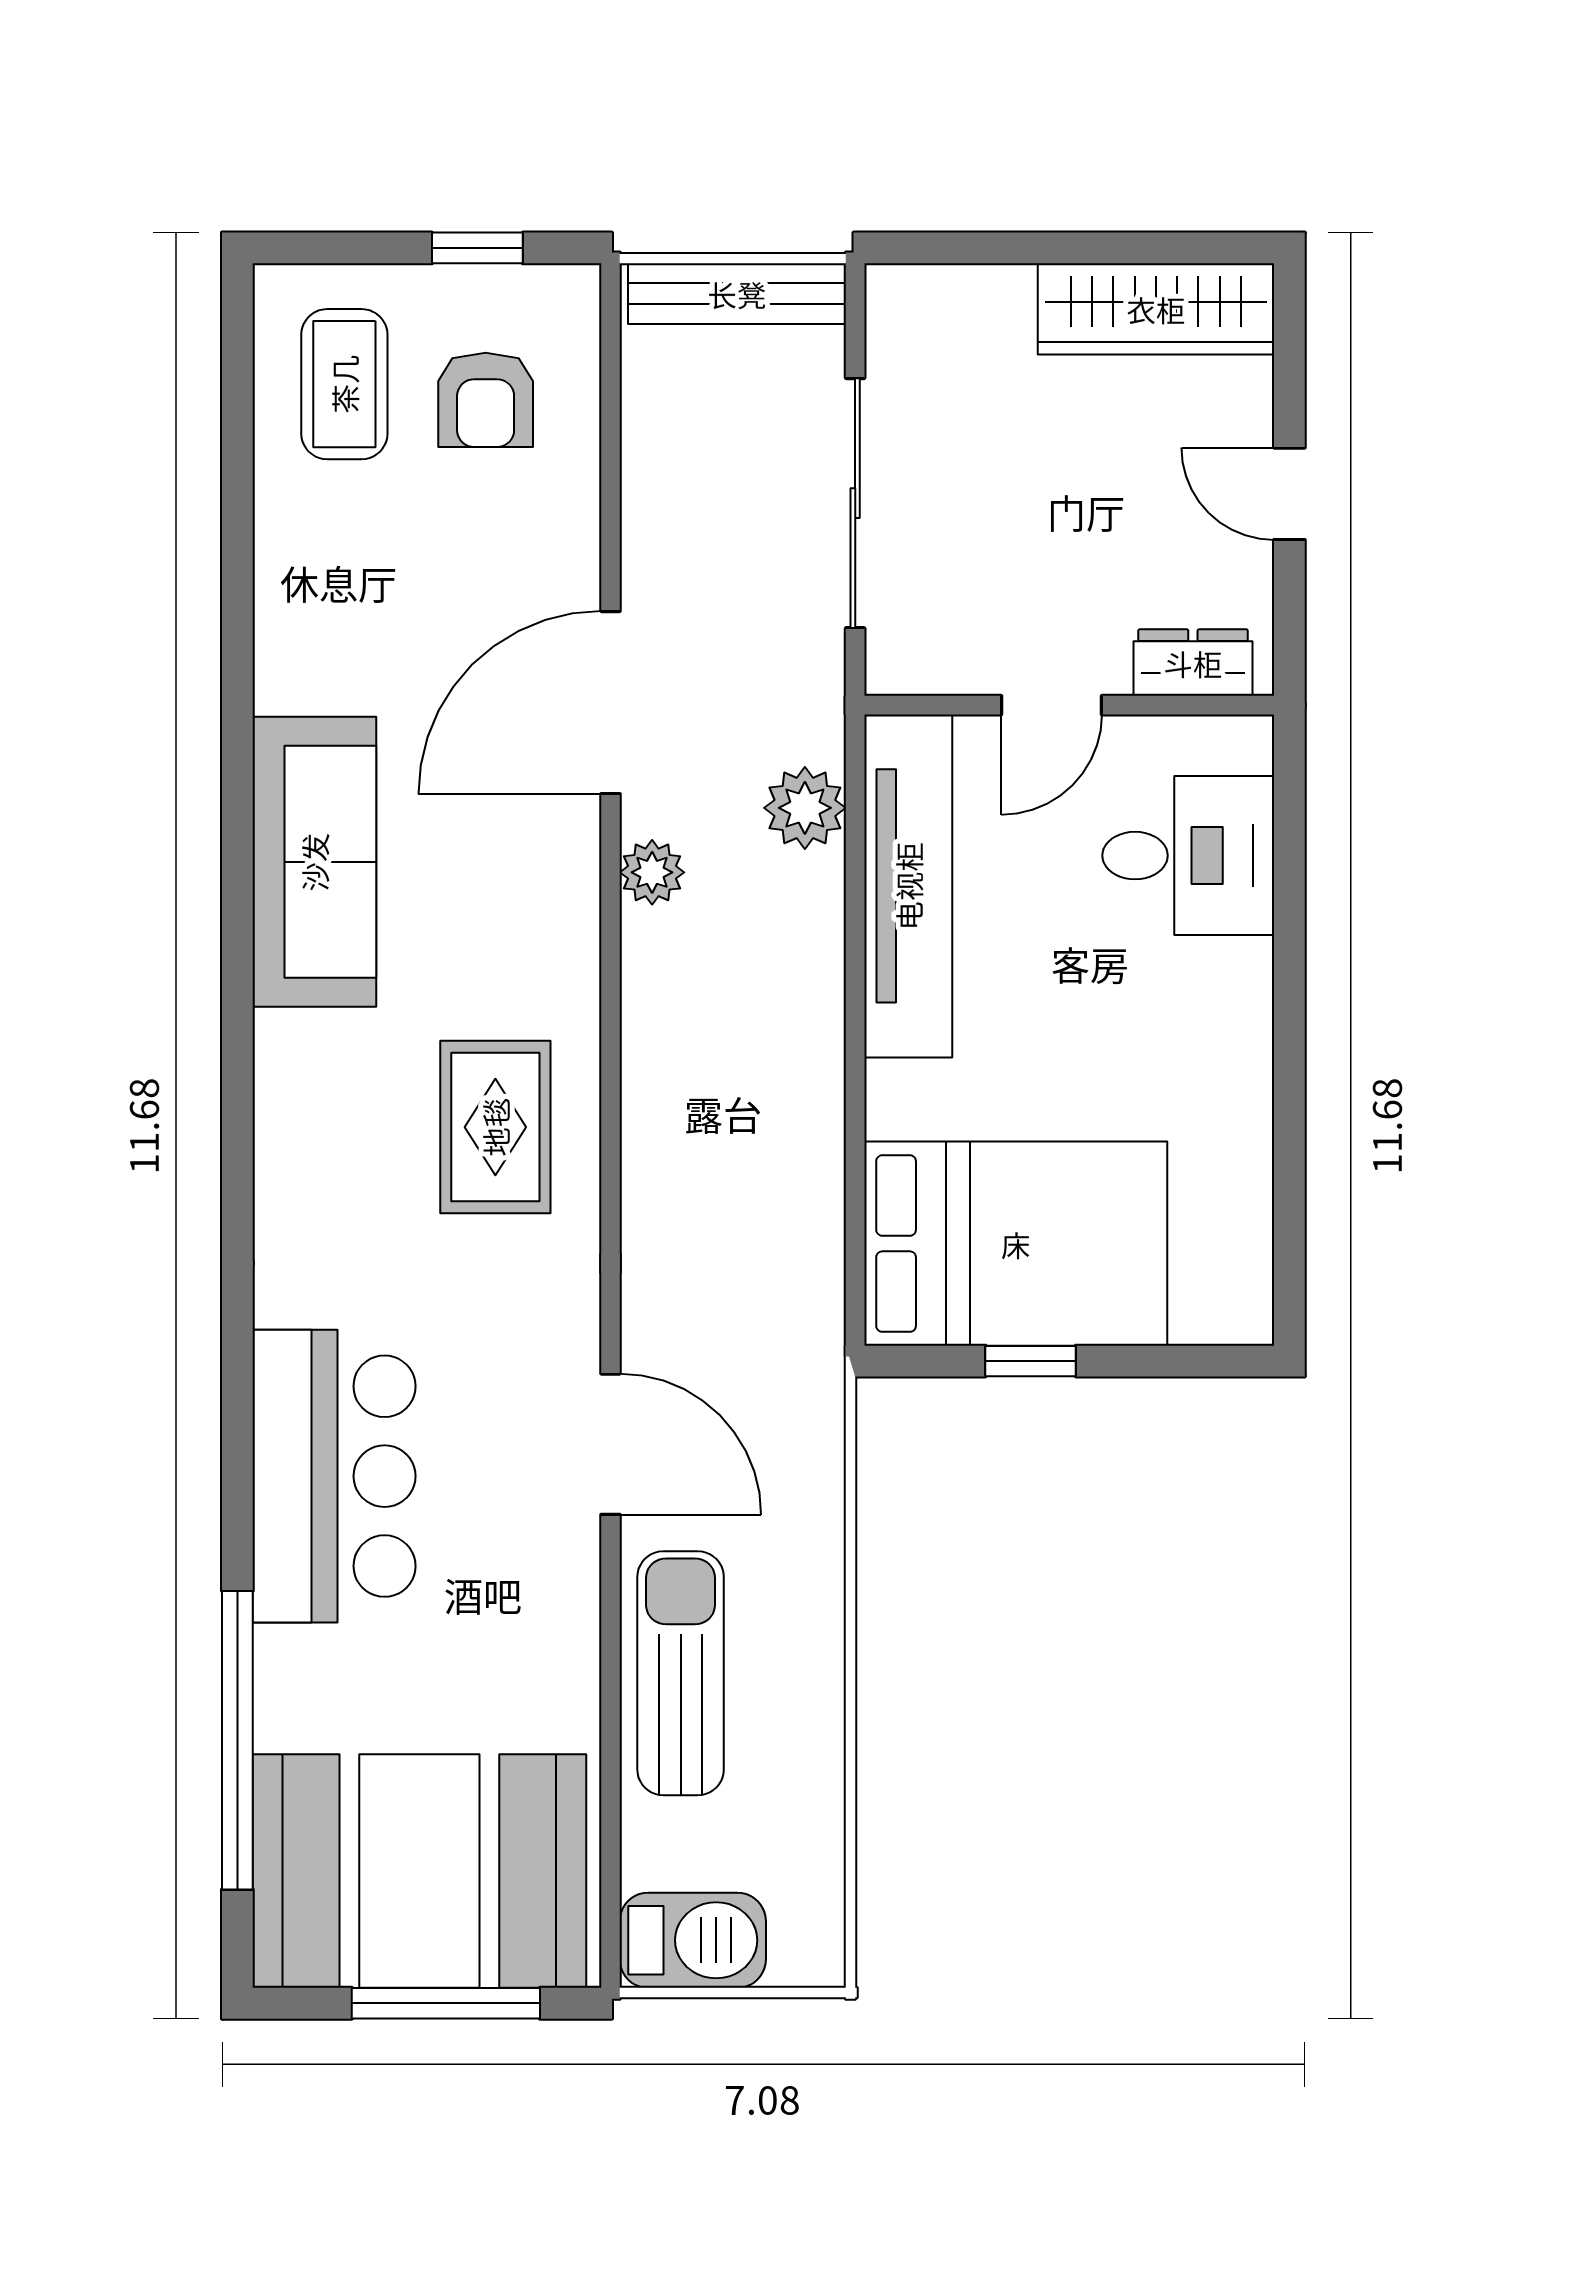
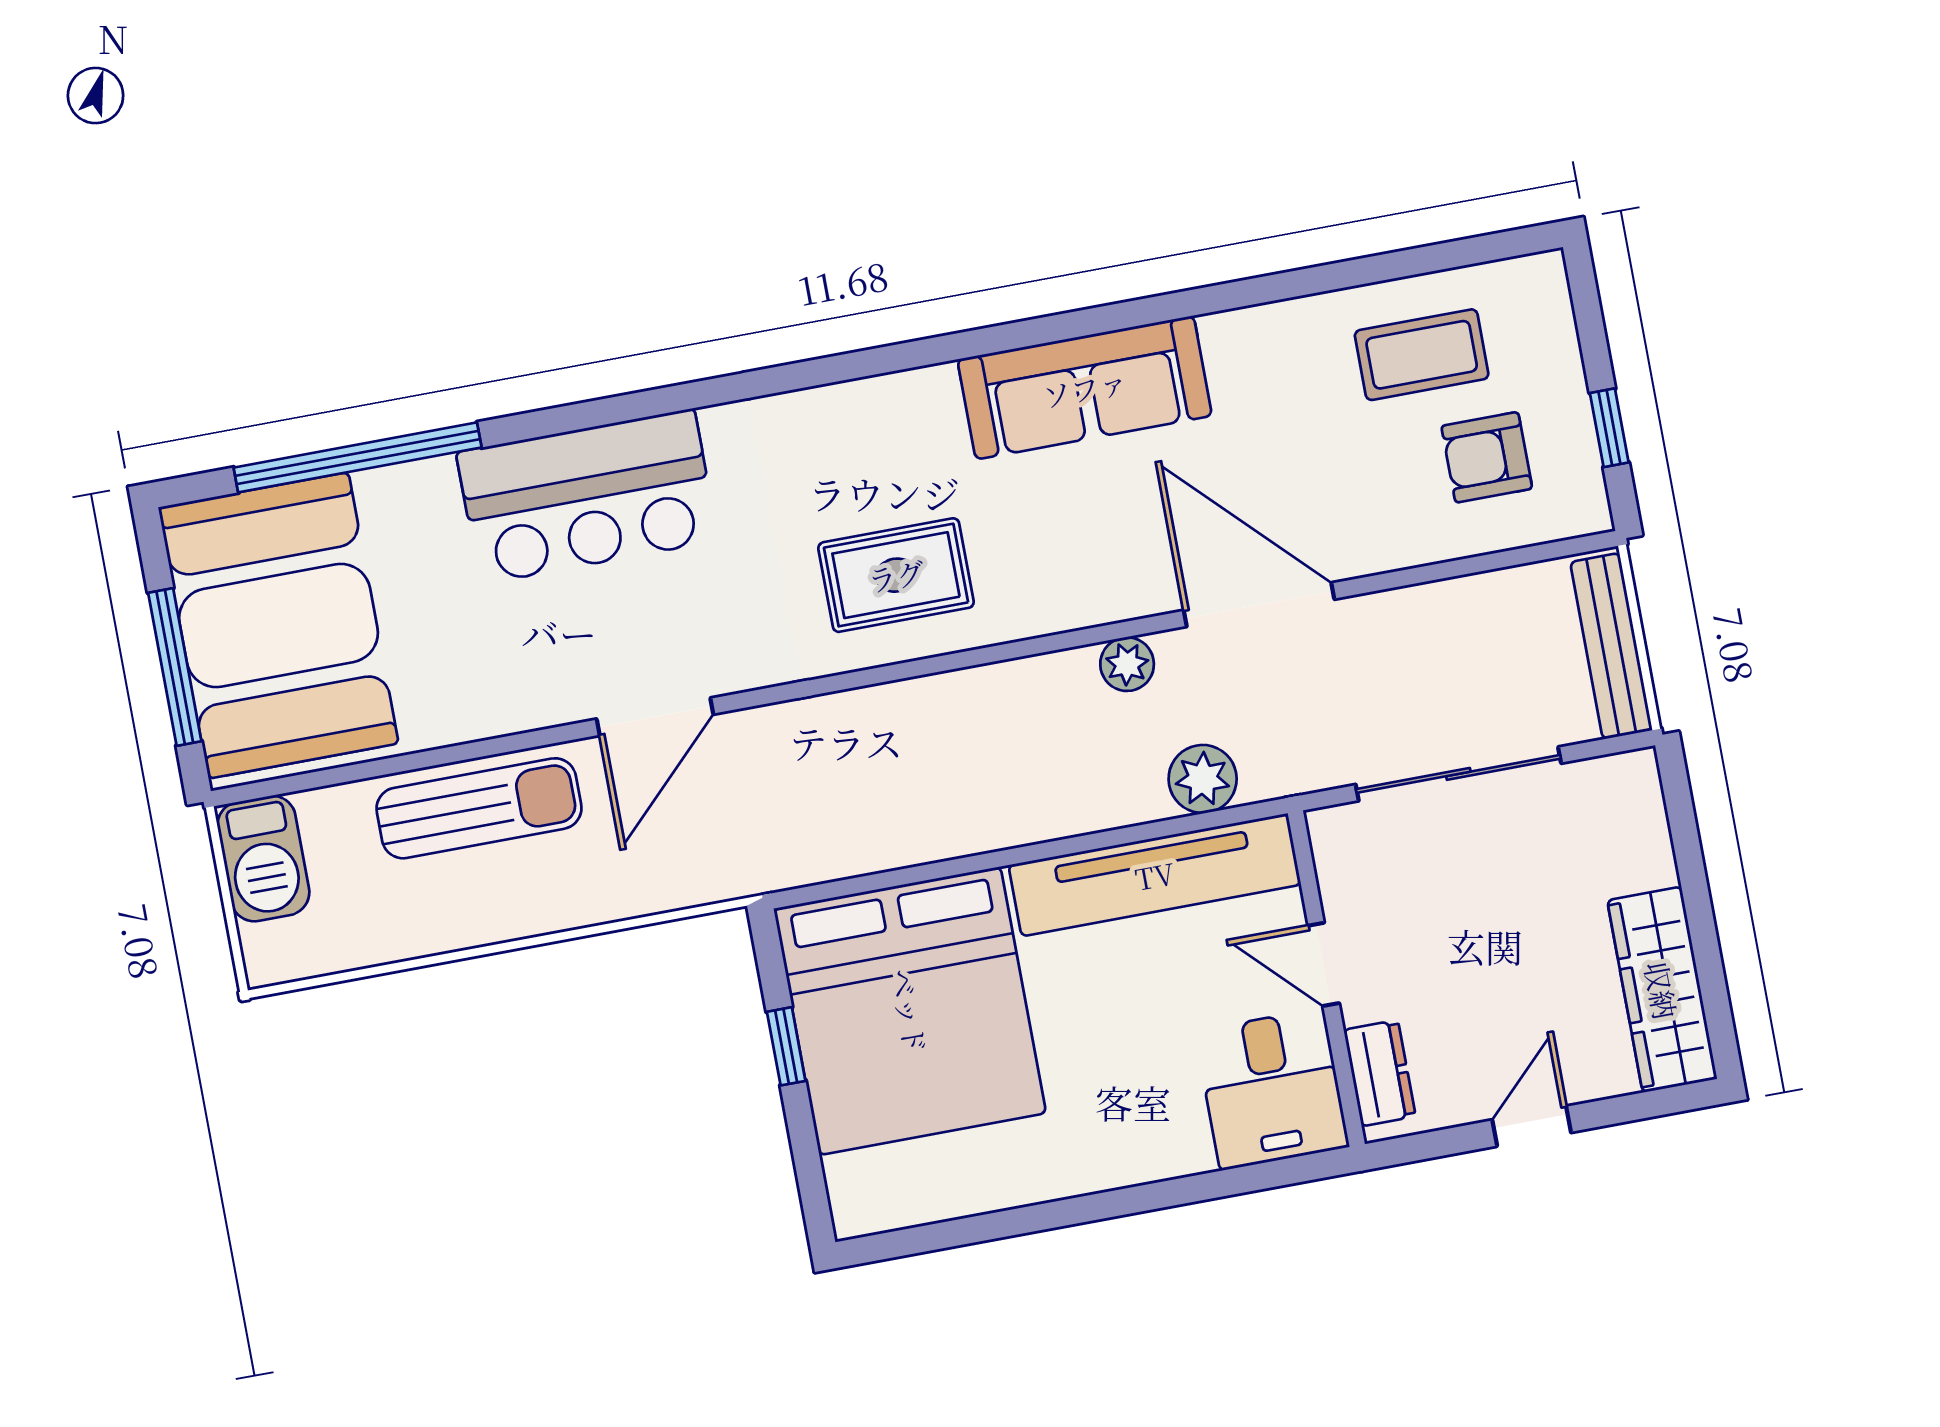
coffee table: (344, 384) -> (1422, 355), moved
desk: (1188, 856) -> (1272, 1089), moved
bed: (1016, 1244) -> (910, 1011), width x1.36

